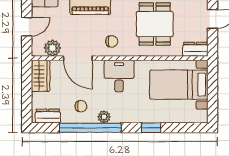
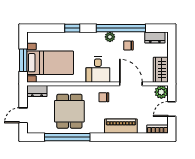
plant: (52, 48) -> (161, 92), moved
window: (213, 88) -> (23, 60), added

